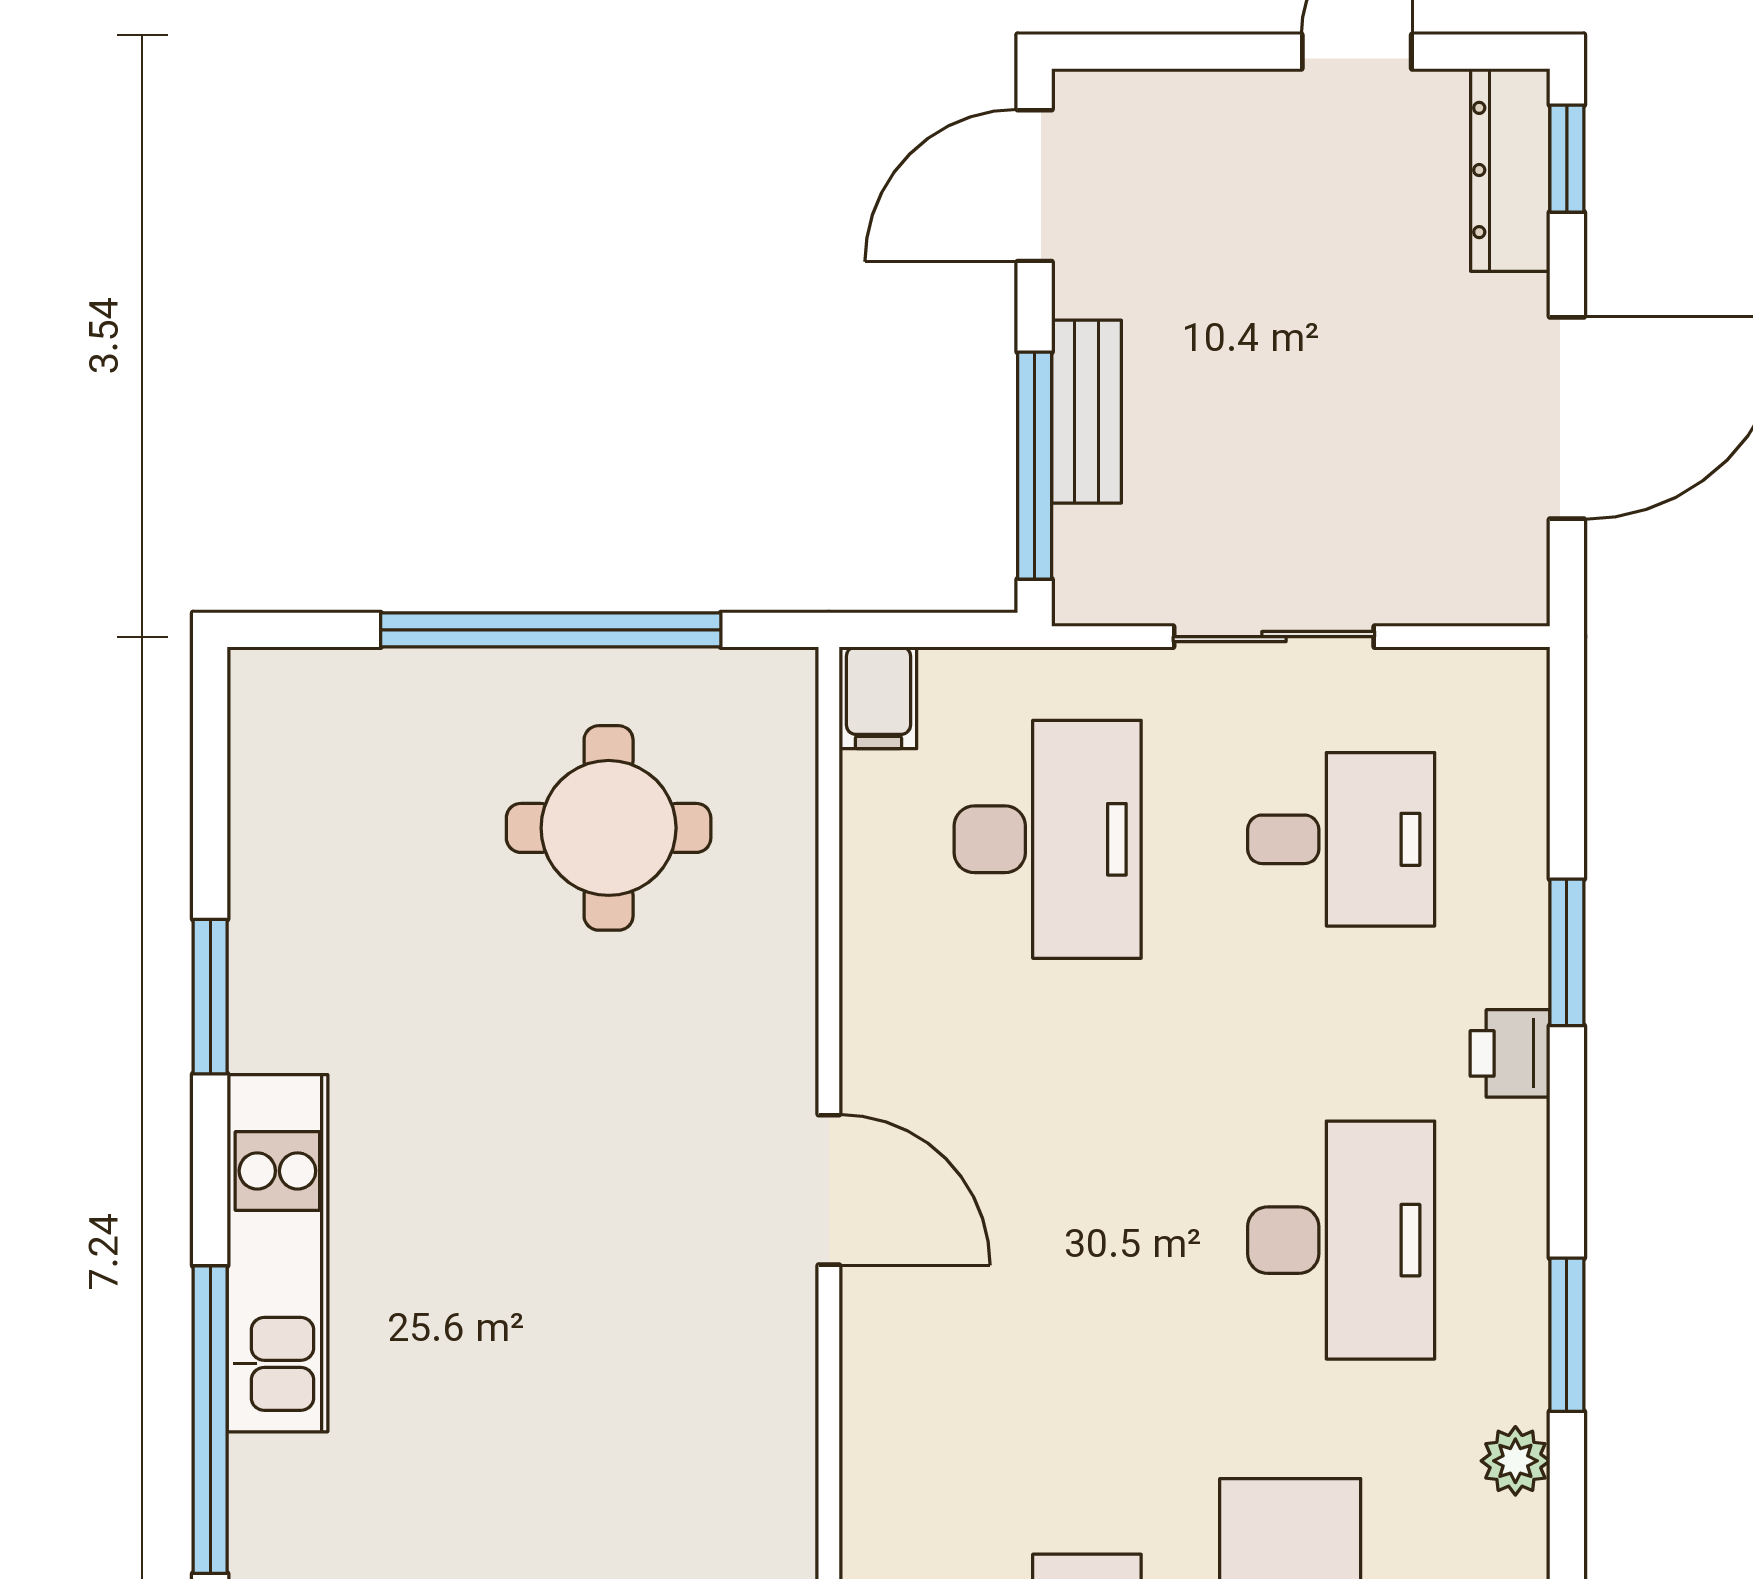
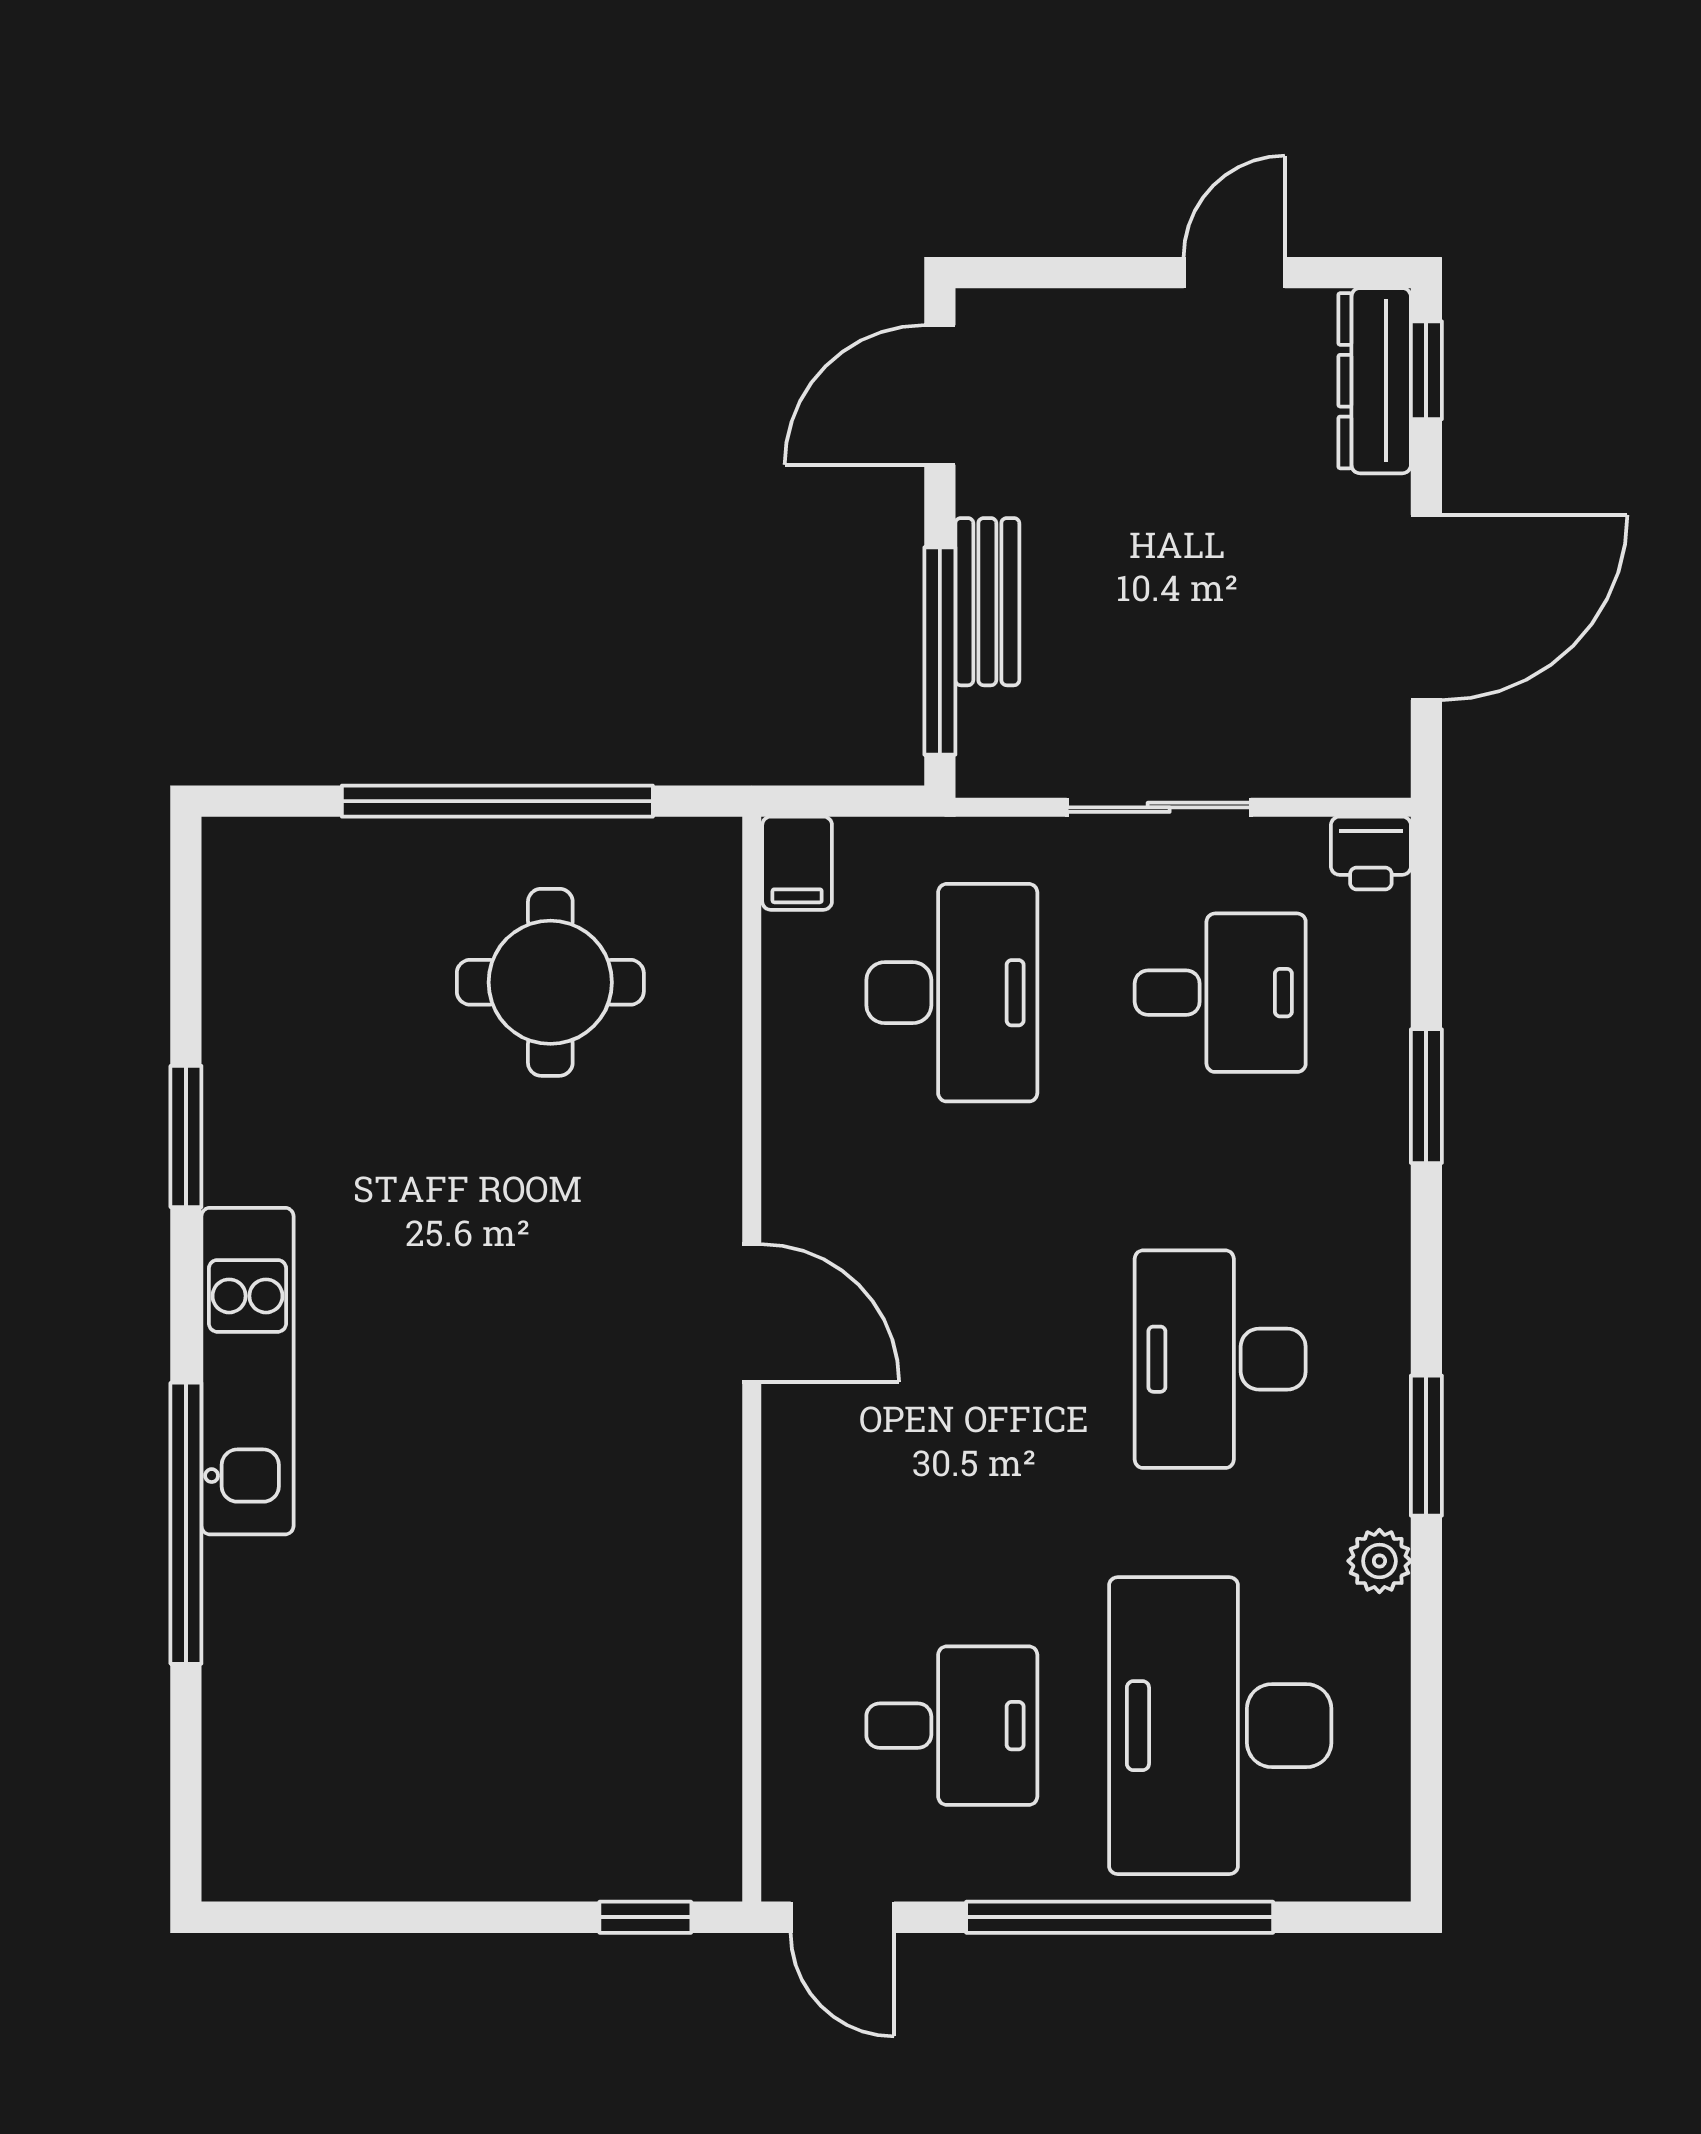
printer: (1510, 1053) -> (1371, 853), moved, turned -90
desk: (1341, 1240) -> (1220, 1359), turned 180

